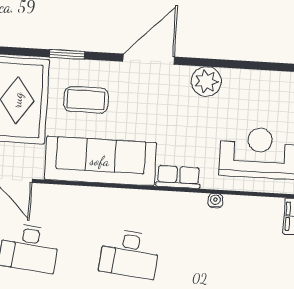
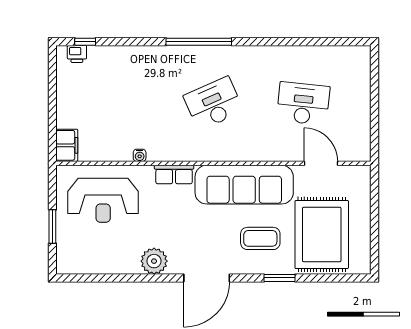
desk: (129, 254) -> (213, 103), turned -30

